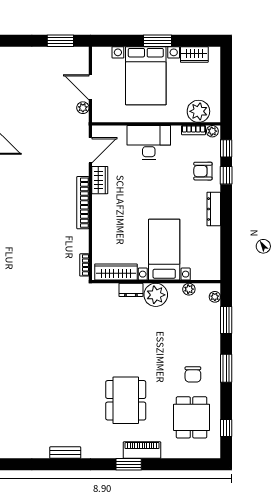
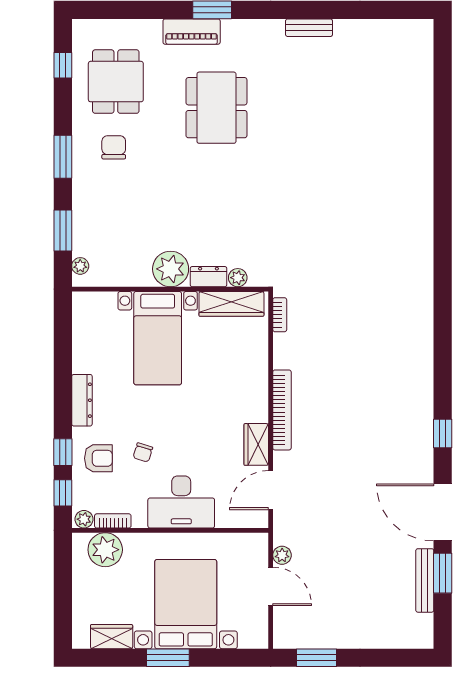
chair: (174, 175) -> (143, 452), added
plant: (189, 289) -> (238, 278), moved

